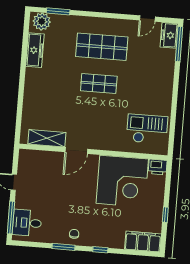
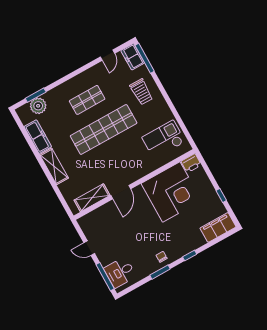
plant: (42, 21) -> (38, 106), moved
shop shelf: (102, 47) -> (87, 100), width x0.70, depth x0.74
trolley: (156, 72) -> (141, 92), added
shop shelf: (99, 84) -> (104, 129), width x2.00, depth x1.36
shelving: (32, 87) -> (54, 166), added

